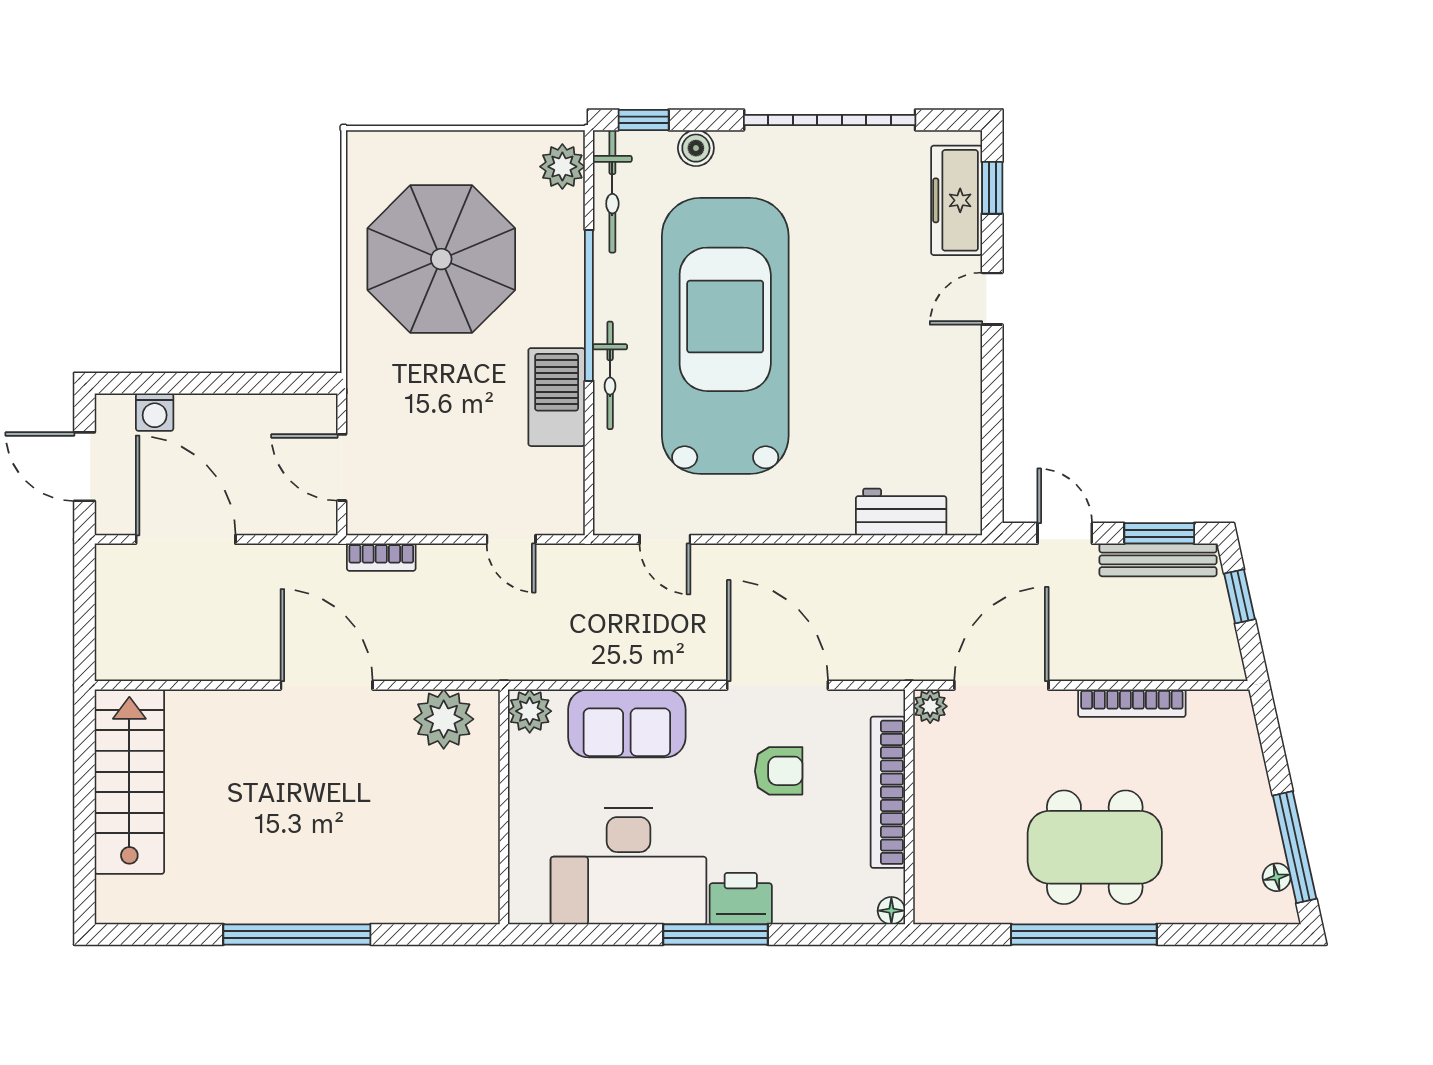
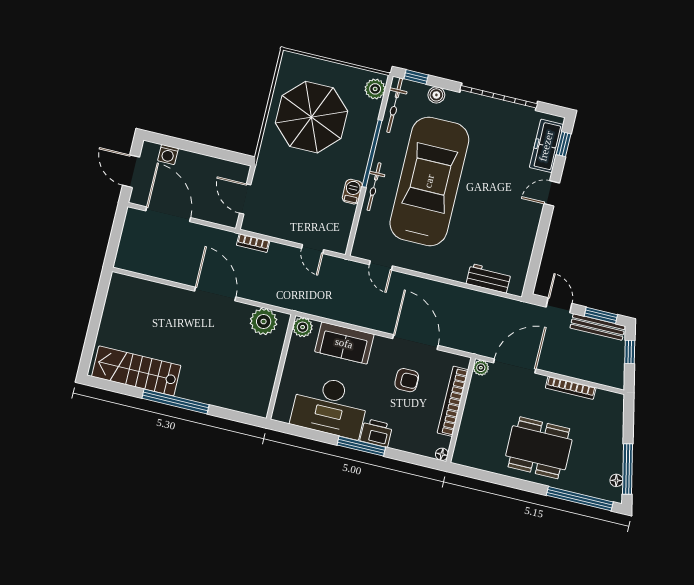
barbecue: (557, 397) -> (352, 192), width x0.53, depth x0.65
stairs: (129, 782) -> (136, 371), moved, turned -90
window: (1084, 934) -> (580, 499), moved

